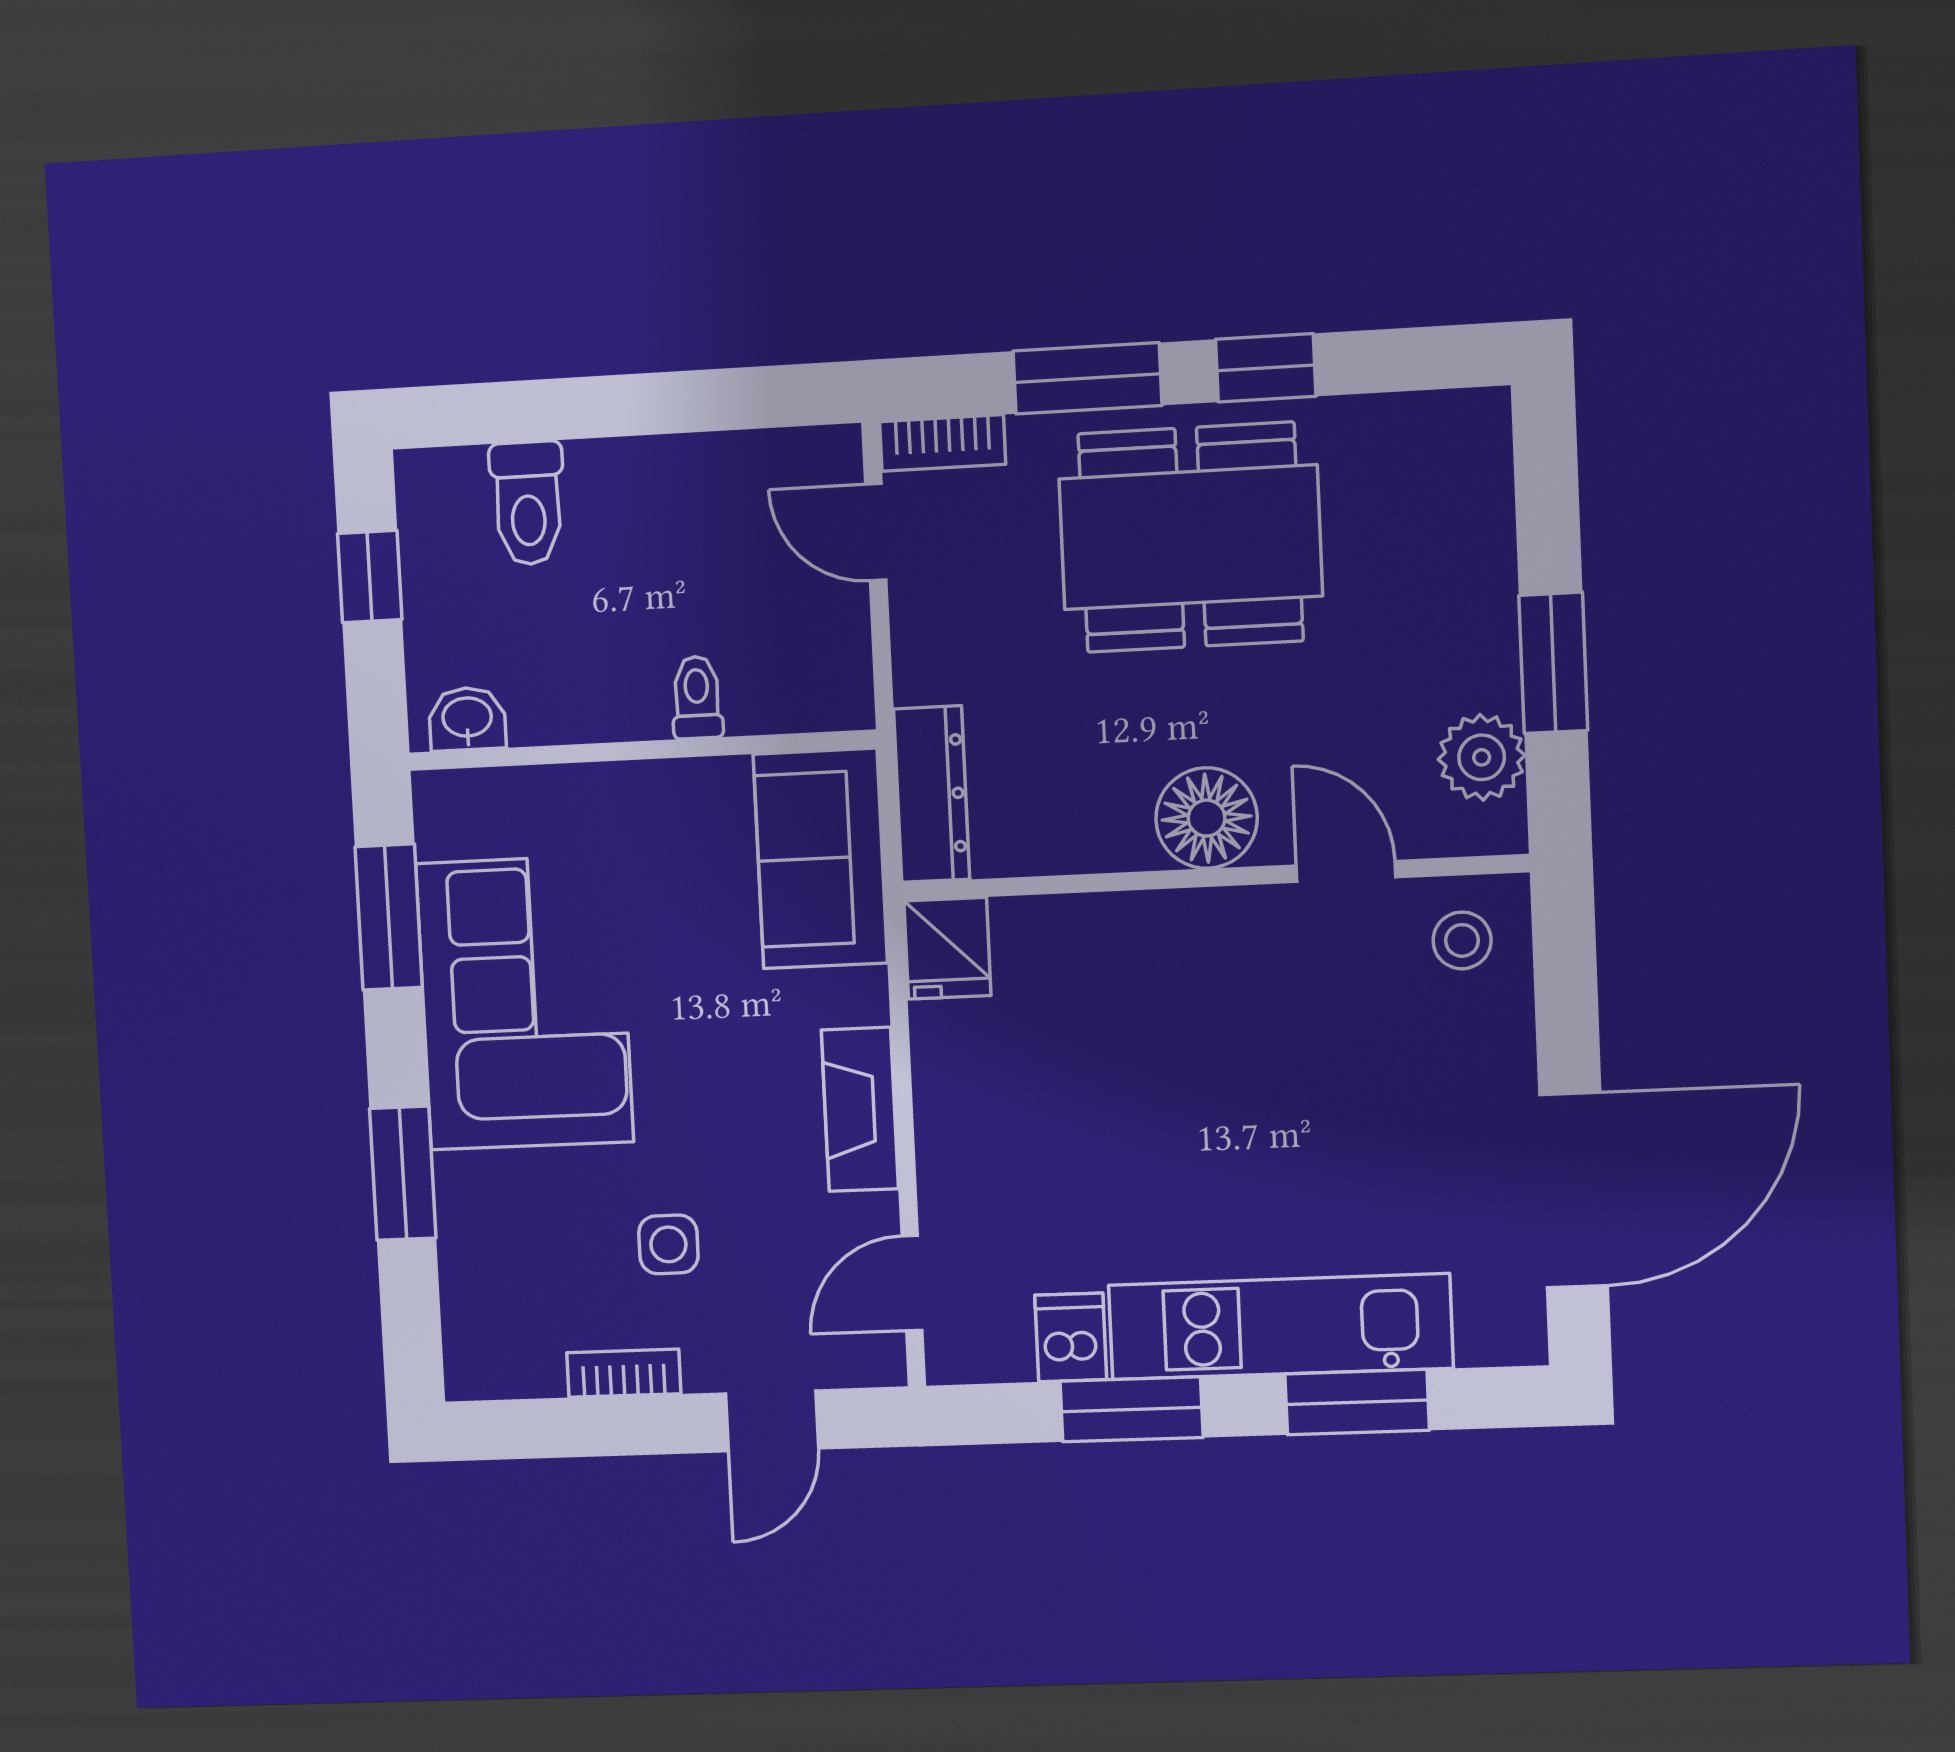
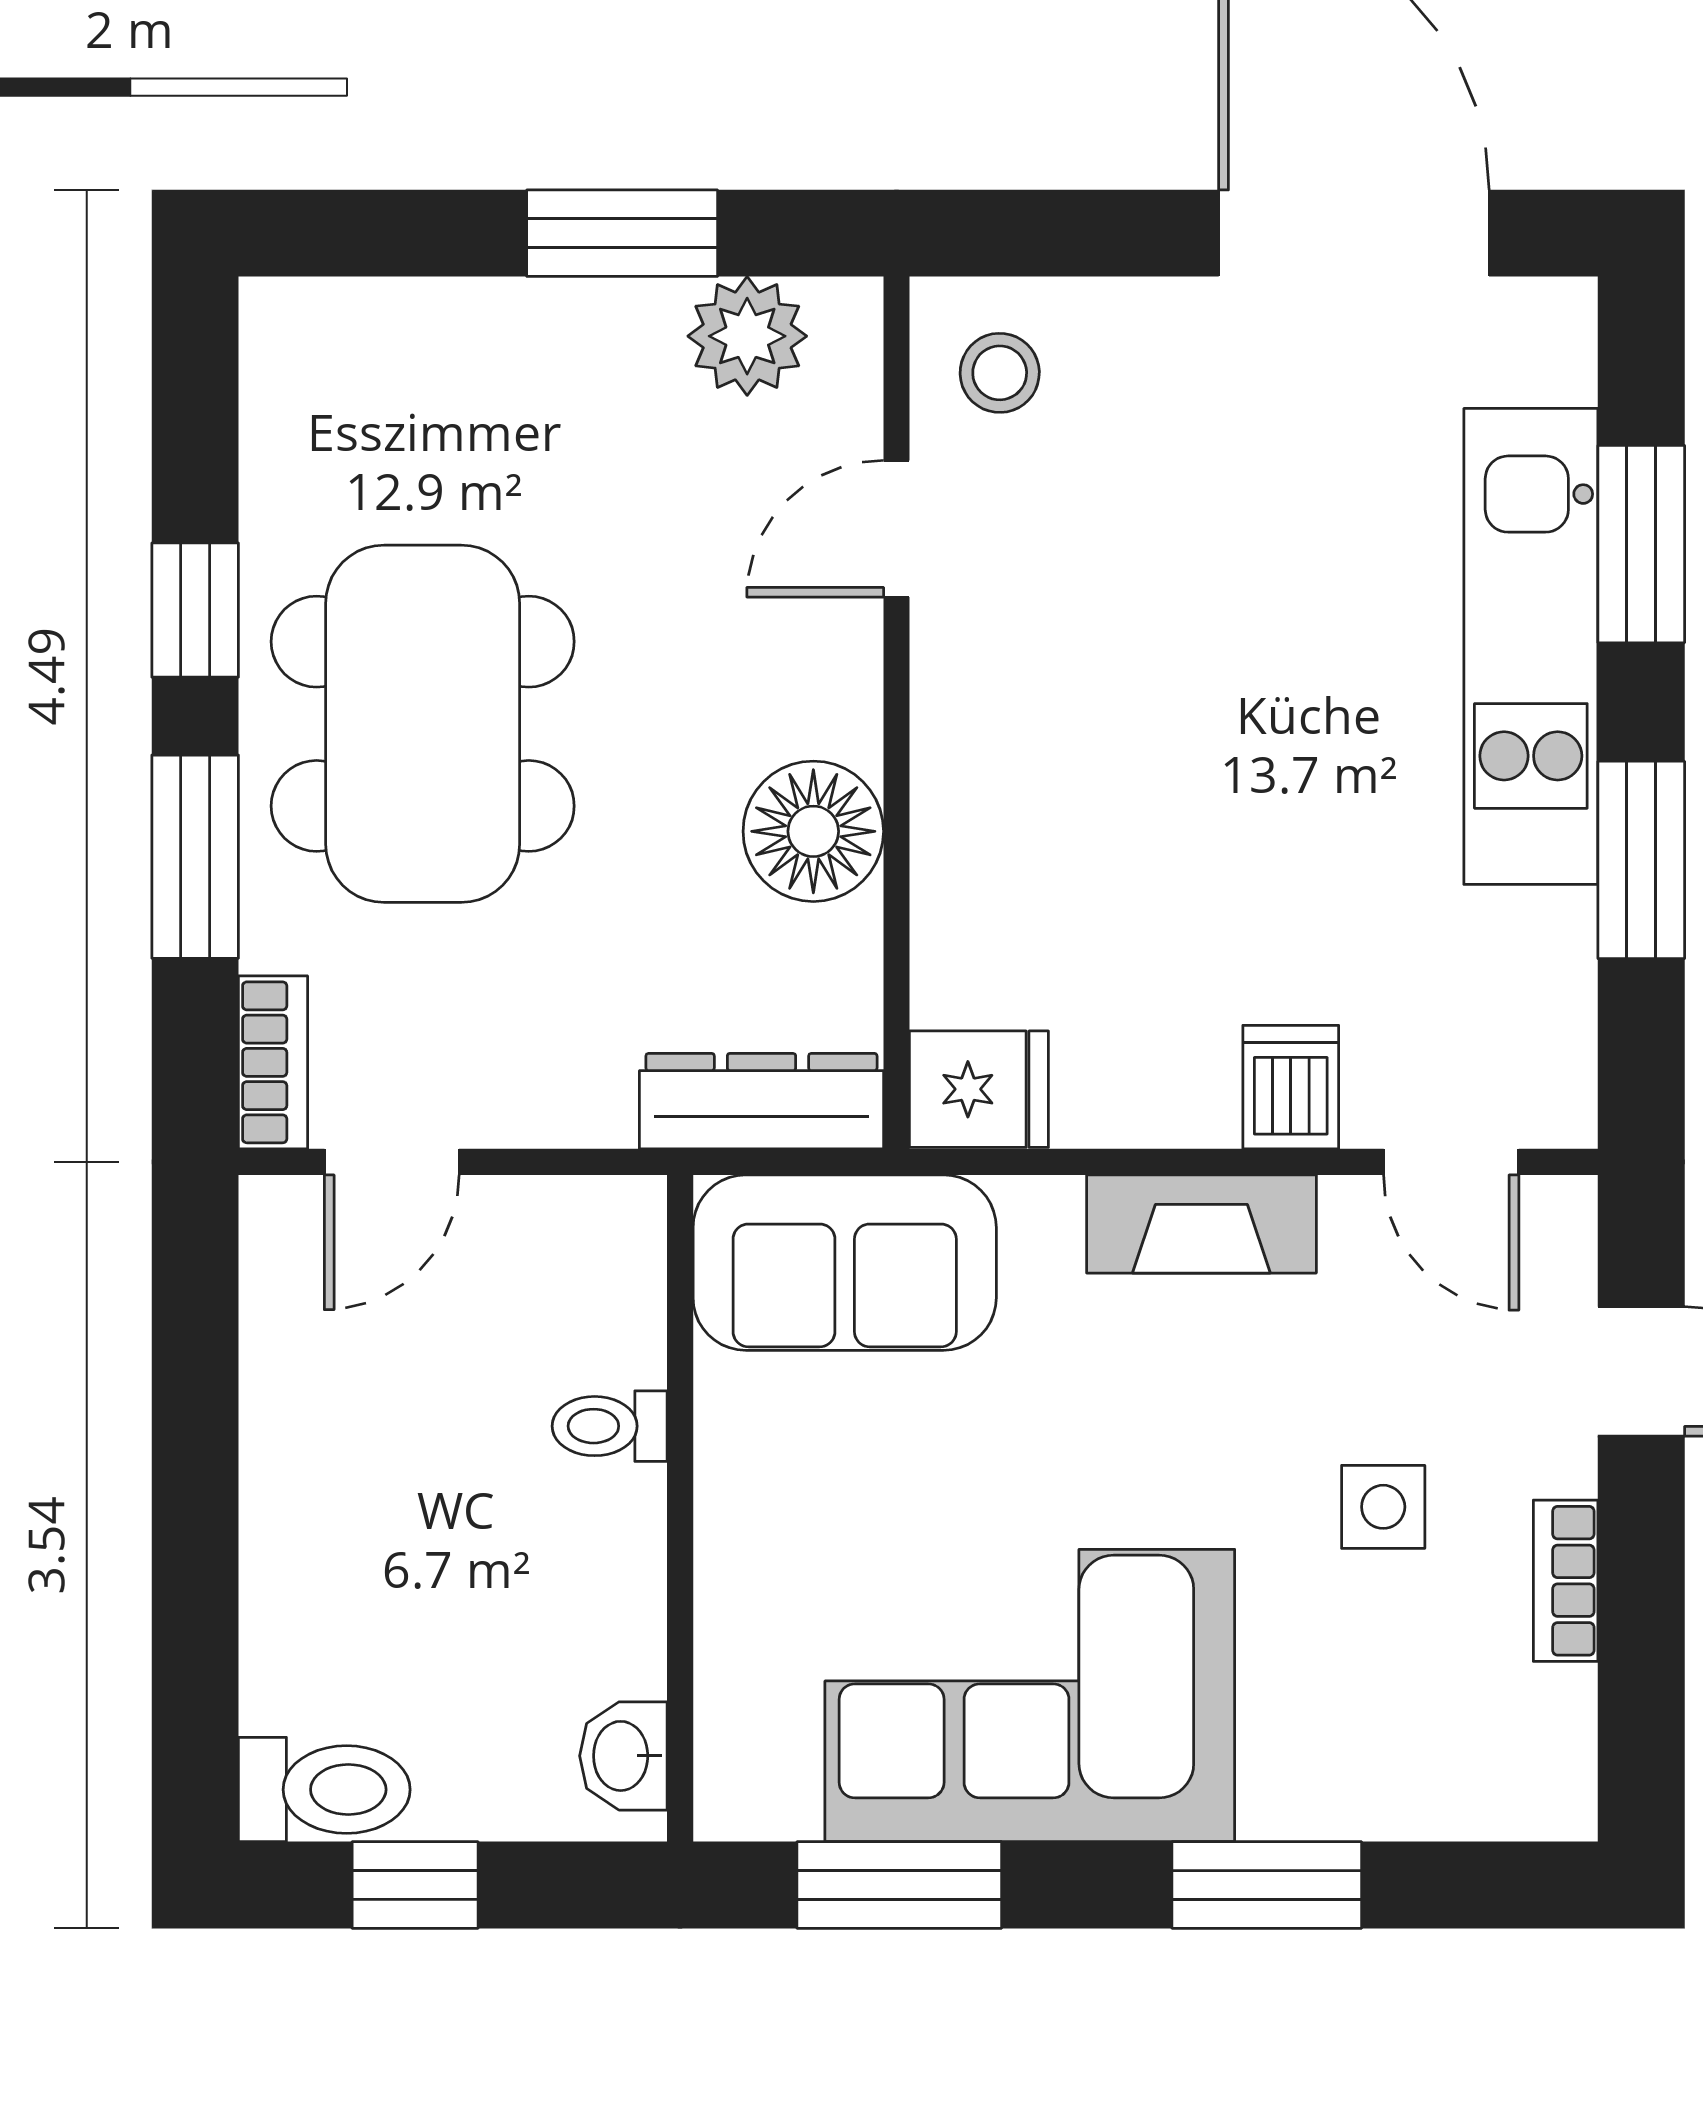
toilet: (528, 503) -> (324, 1790), moved
floor lamp: (1207, 818) -> (813, 831), moved
dishwasher: (1071, 1337) -> (1291, 1087), moved, turned 90

